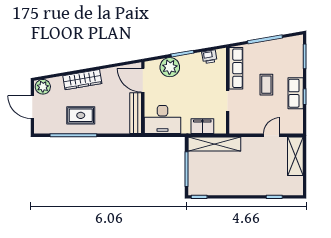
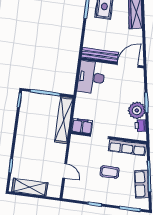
plant: (170, 67) -> (137, 110), moved
row of seats: (296, 93) -> (142, 184), moved, turned -100
filing cabinet: (202, 126) -> (82, 126), moved, turned -90
shelving: (295, 156) -> (30, 187), moved

